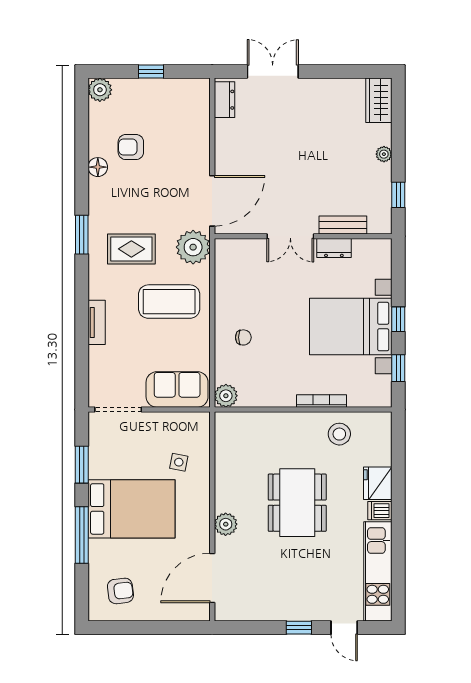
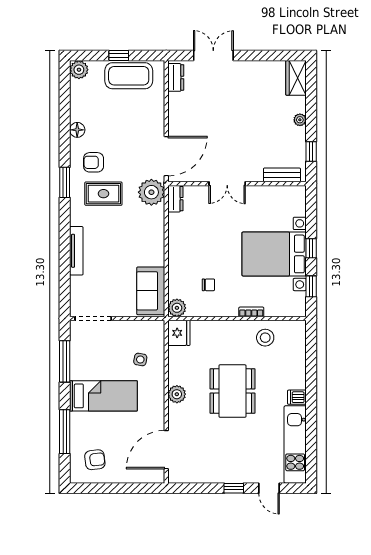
armchair: (131, 147) -> (94, 162), moved
bench: (343, 225) -> (282, 175), moved
dresser: (334, 248) -> (175, 199), moved, turned -90
coffee table: (169, 302) -> (129, 76), moved
tv unit: (97, 322) -> (76, 251), width x1.41
chair: (243, 337) -> (208, 285), moved
sofa: (177, 389) -> (151, 291), moved, turned -90
bookcase: (321, 401) -> (251, 312), width x0.64
window: (82, 465) -> (65, 361), width x1.44
fridge: (378, 483) -> (179, 333), moved, turned 180
bed: (131, 509) -> (103, 396), width x0.67
plant: (226, 524) -> (177, 394), moved
window: (82, 535) -> (65, 432), moved

